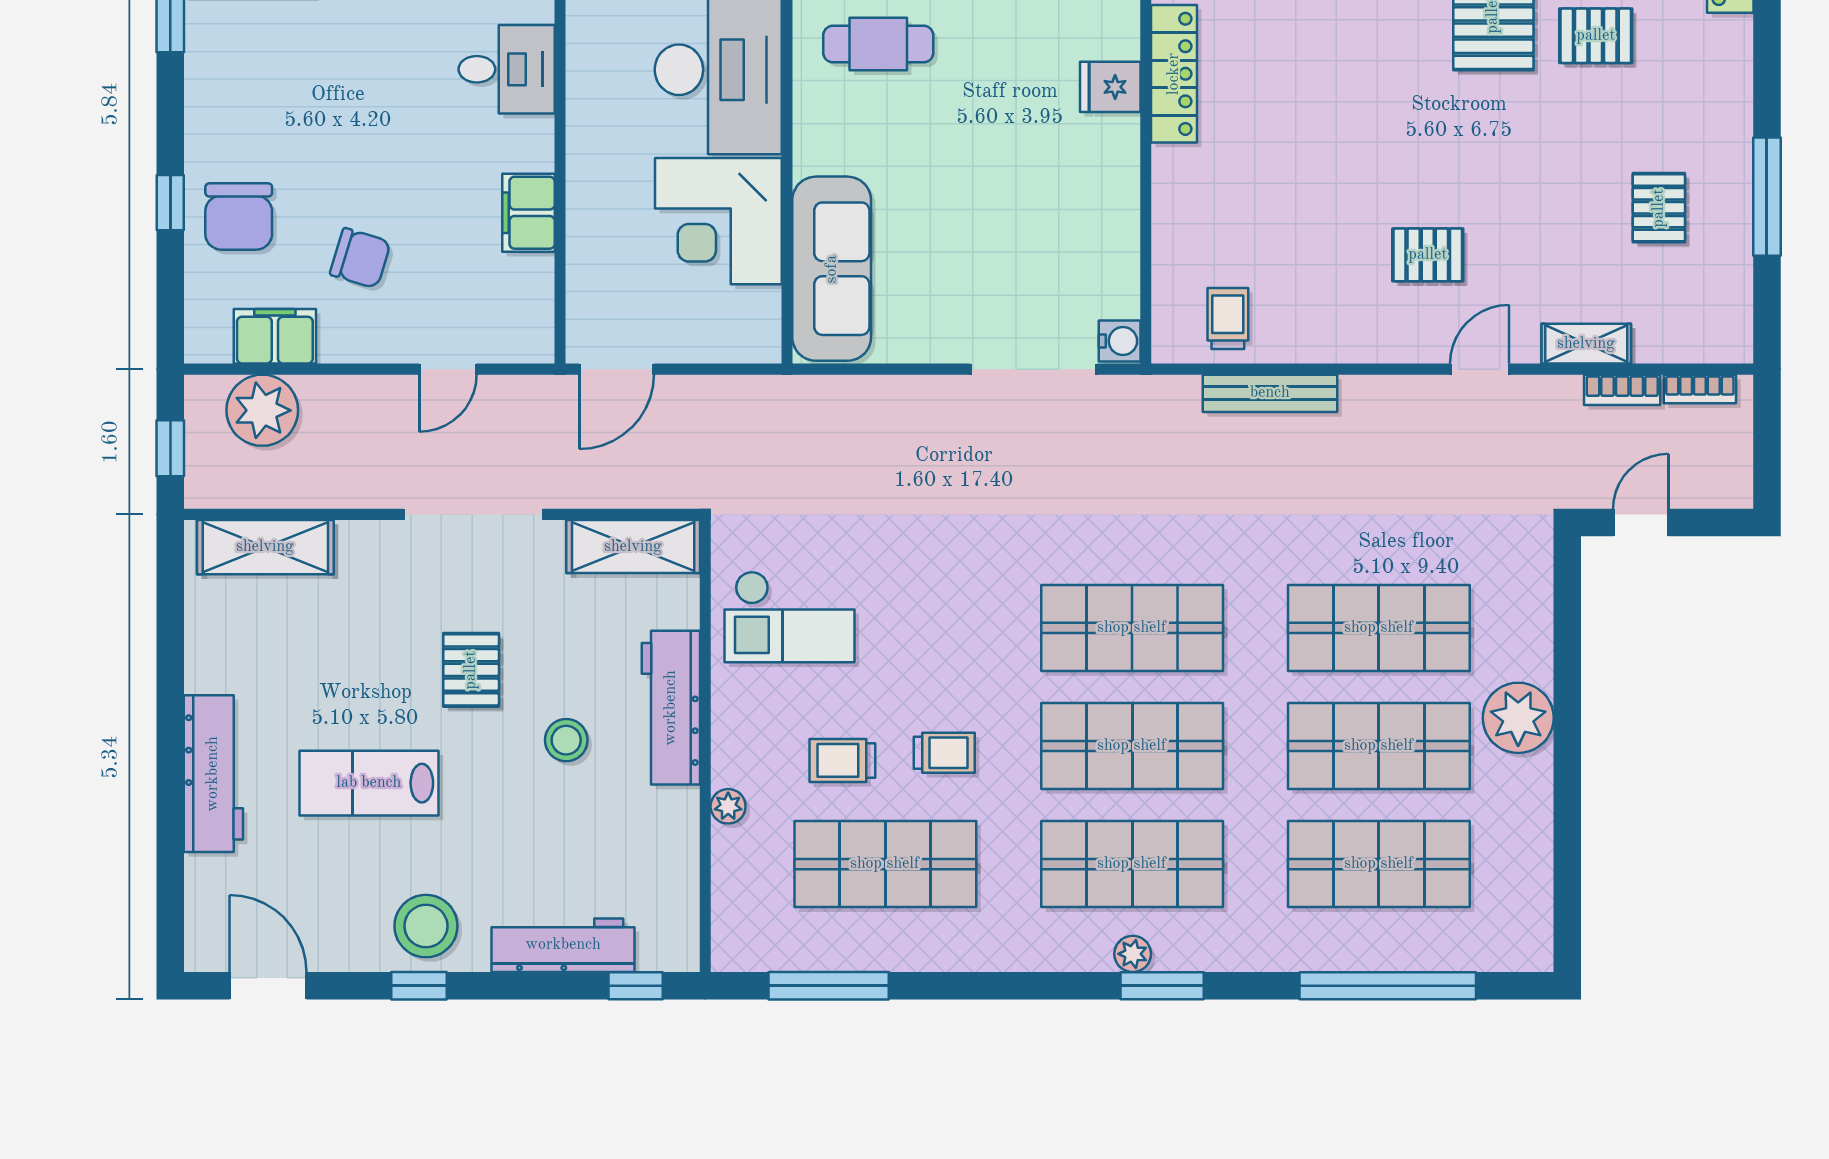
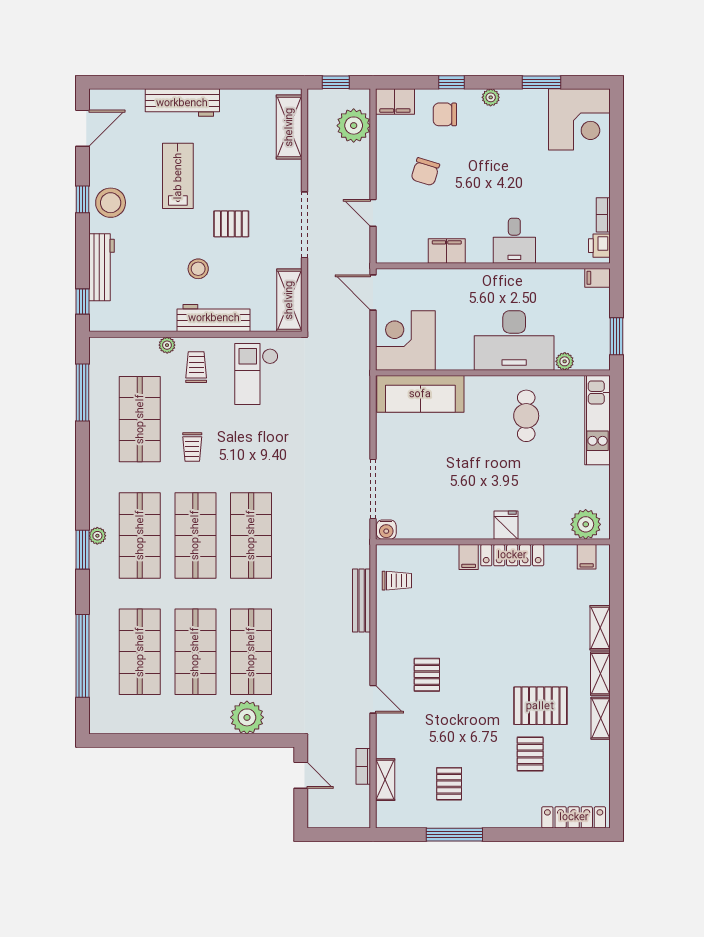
plant: (202, 119) -> (491, 97), added
filing cabinet: (1178, 166) -> (469, 557), added
pallet: (1659, 208) -> (449, 784), turned 90
chair: (239, 217) -> (445, 114), width x0.73, depth x0.73
corner desk: (718, 221) -> (405, 340), moved
filing cabinet: (275, 336) -> (395, 102), moved, turned 90
shelving: (1586, 344) -> (385, 780), moved
bookcase: (1700, 389) -> (364, 803), removed
plant: (1518, 718) -> (247, 717), moved
trolley: (842, 760) -> (196, 367), moved

